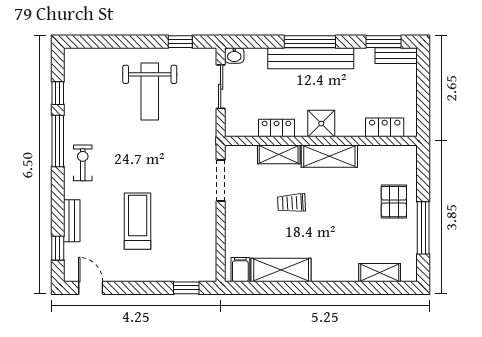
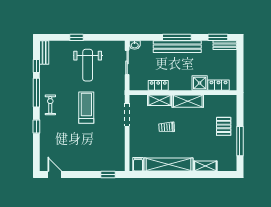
window: (180, 42) -> (76, 37), moved
shower: (321, 124) -> (200, 83), moved
bench: (72, 221) -> (44, 53), moved
treadmill: (138, 221) -> (86, 108), moved
window: (58, 248) -> (36, 127), moved
shelving: (281, 270) -> (169, 165), width x1.47
shelving: (380, 273) -> (205, 166), moved

